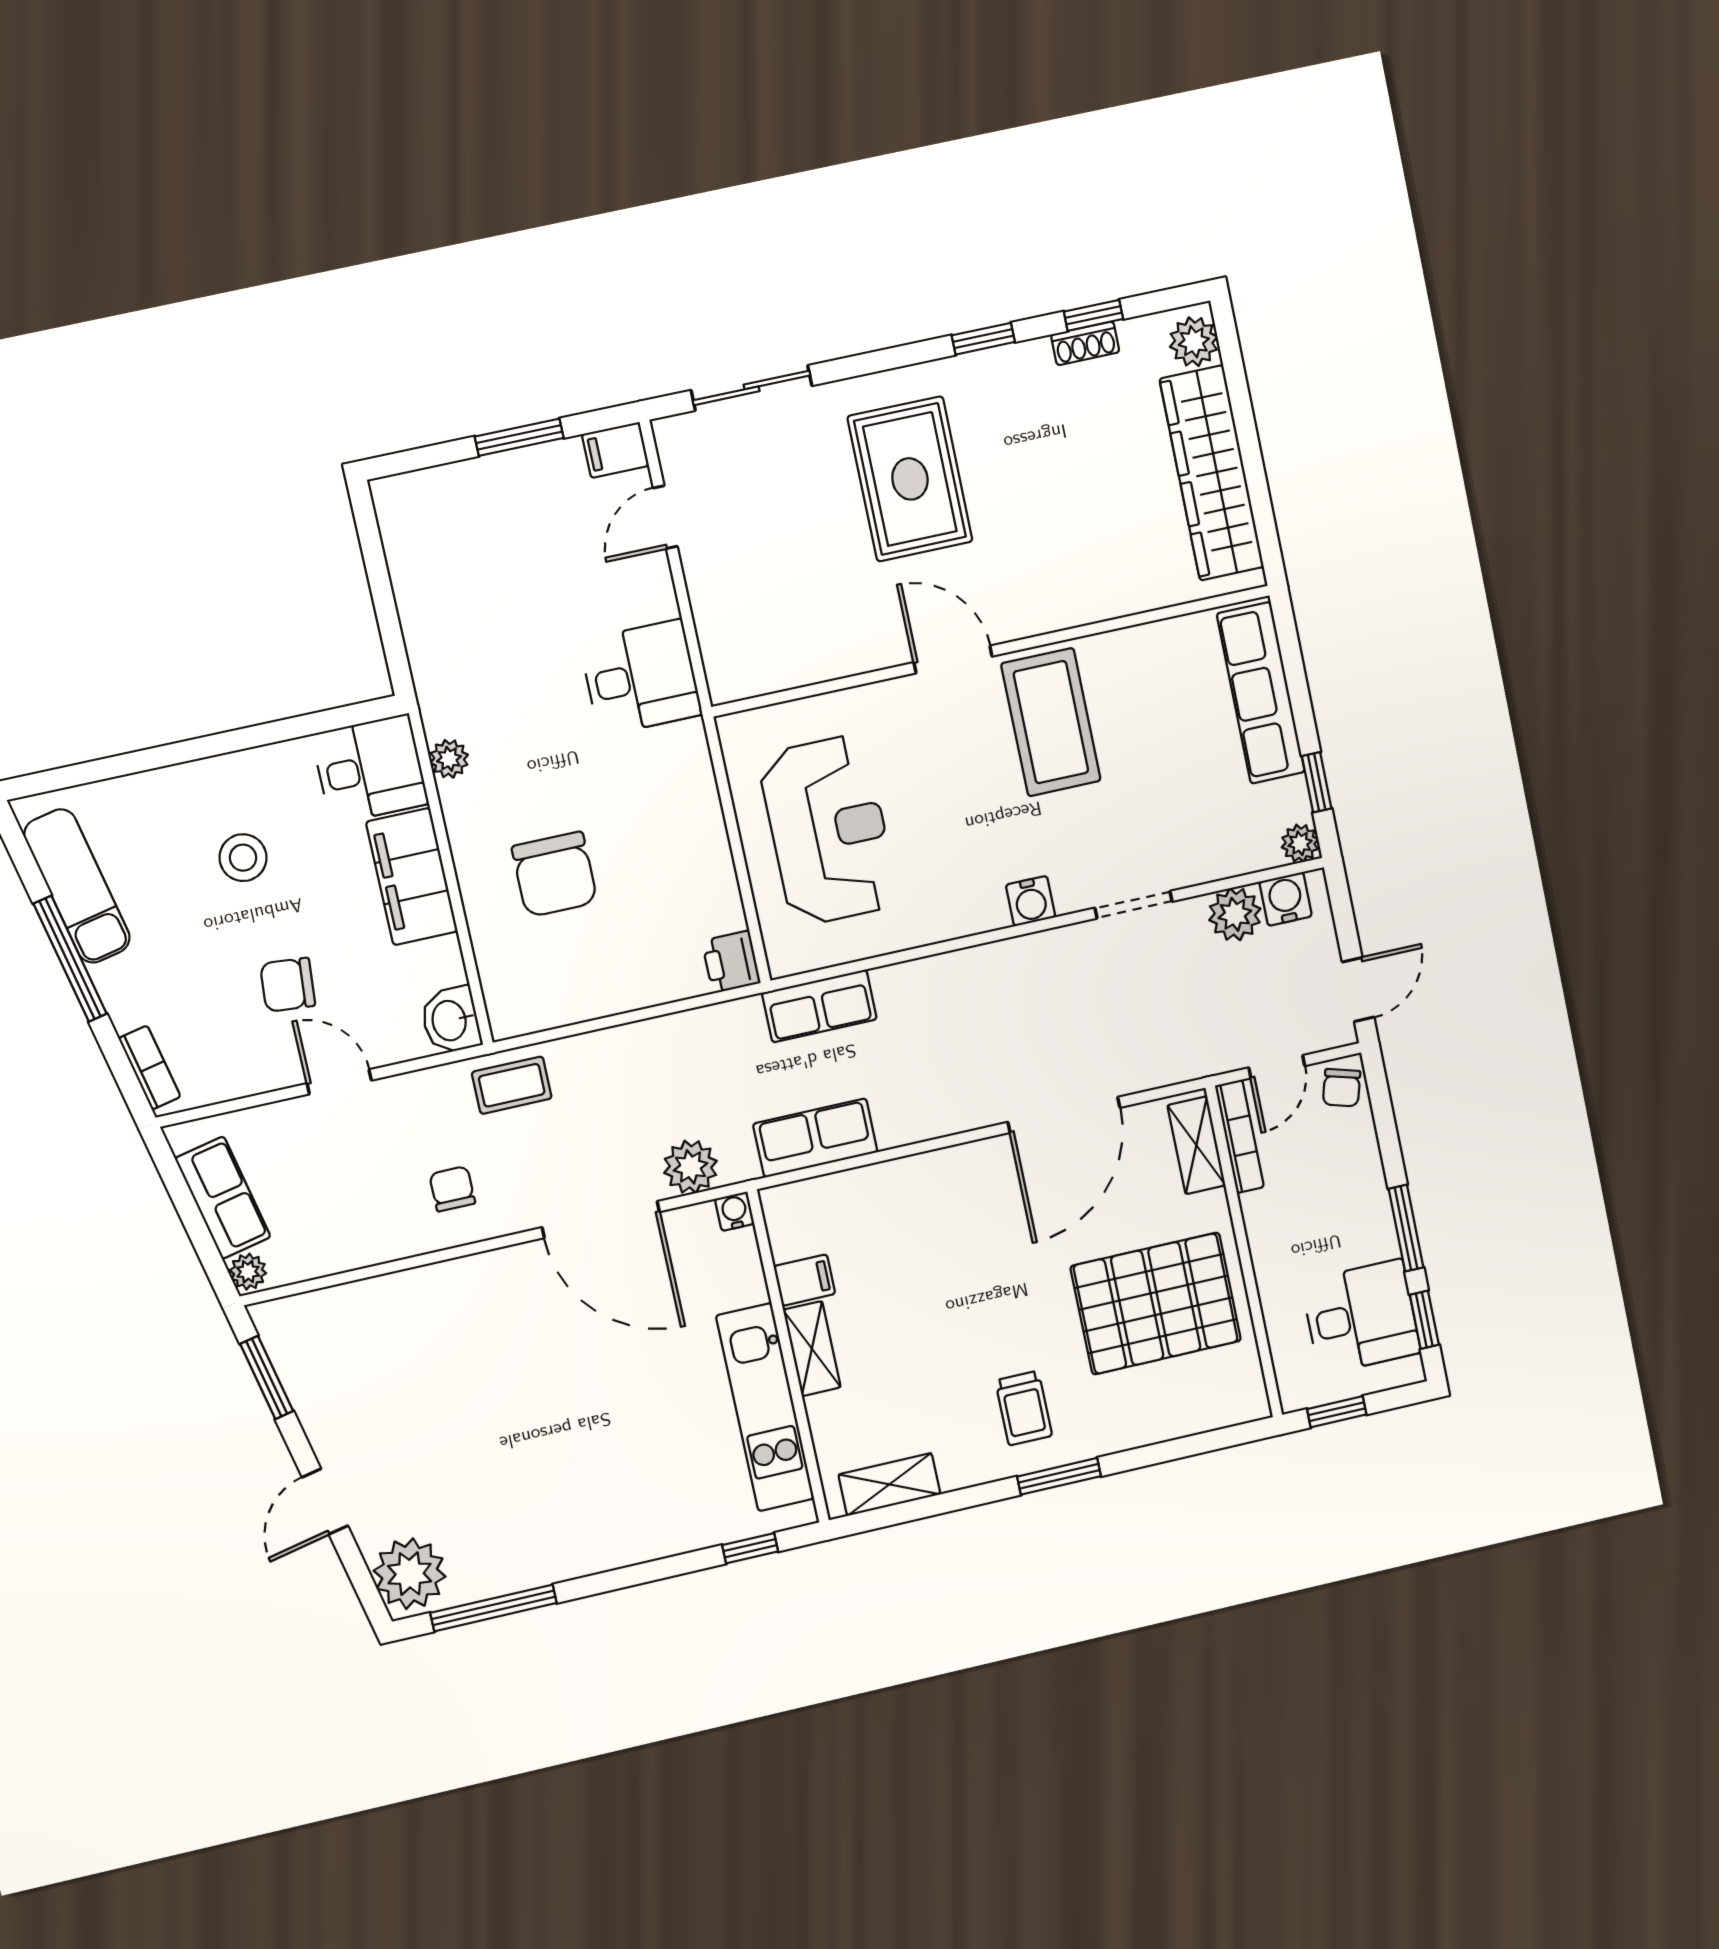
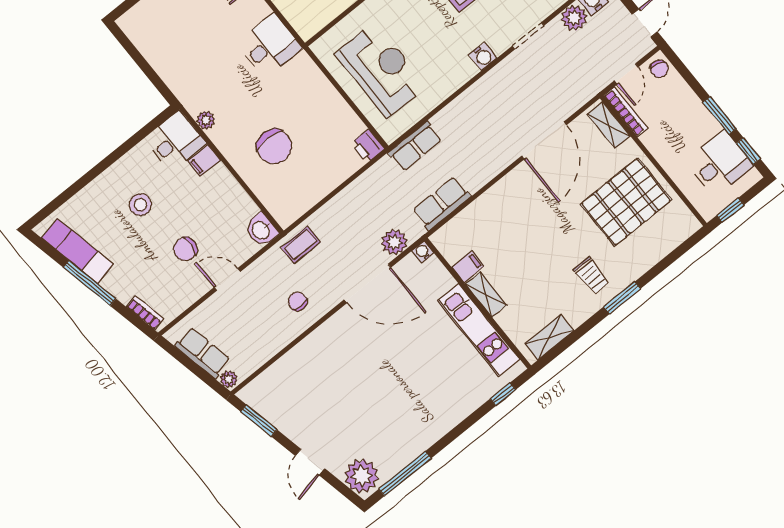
filing cabinet: (412, 877) -> (204, 161), width x0.33, depth x0.86

